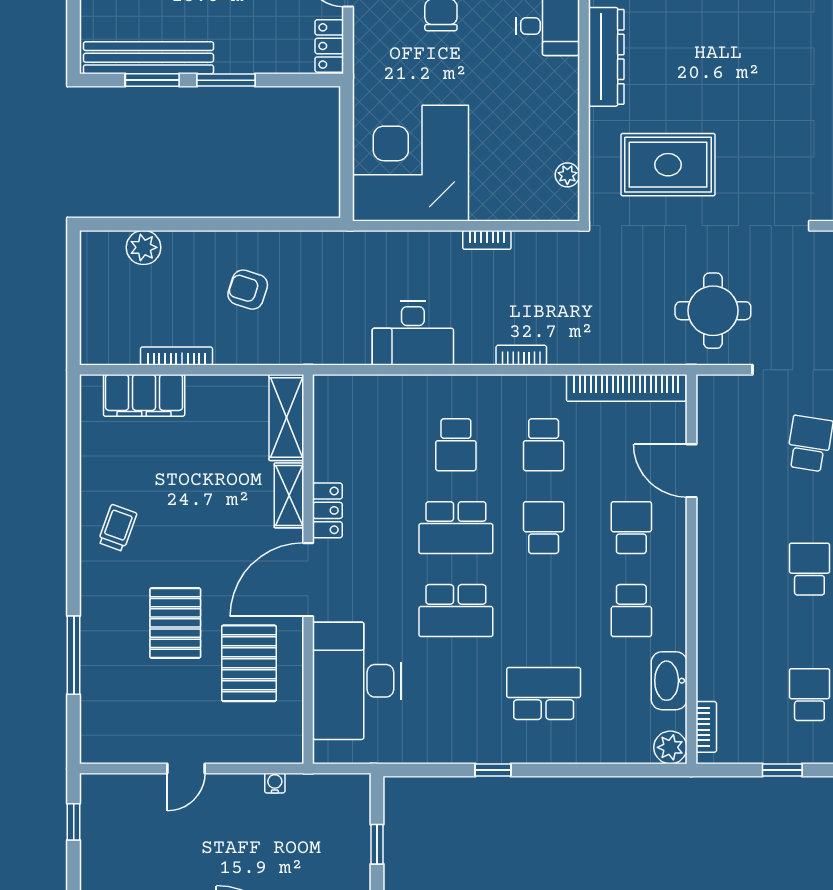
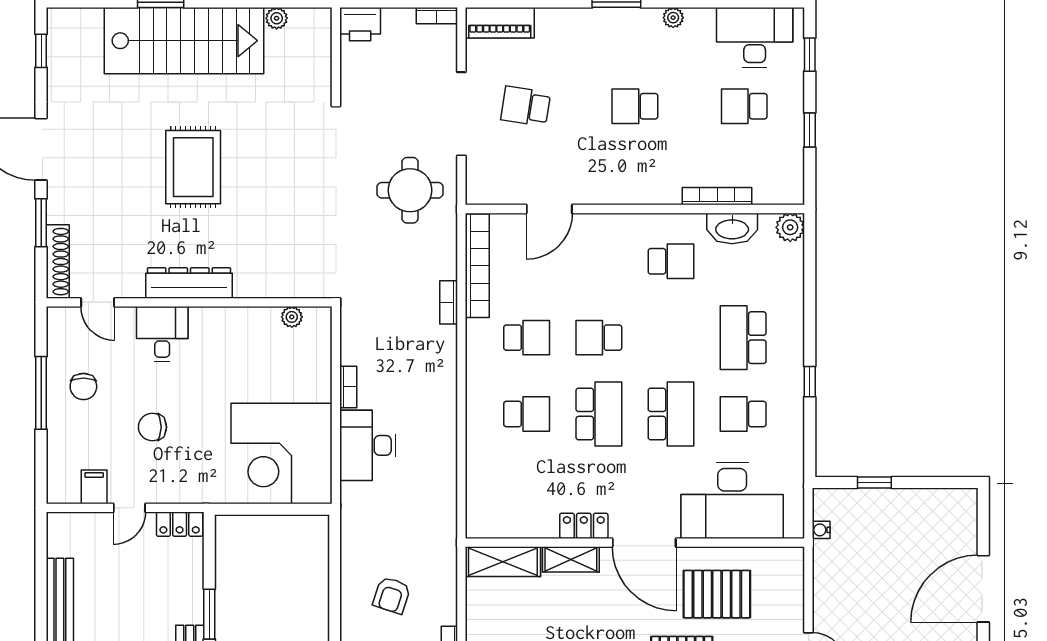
rug: (668, 165) -> (193, 167), moved
desk: (413, 333) -> (368, 445), moved, turned 180
bookcase: (521, 355) -> (449, 302), moved
school desk: (631, 528) -> (743, 414), moved
bookcase: (706, 727) -> (717, 196), moved, width x1.56
water cooler: (275, 783) -> (821, 530), moved

